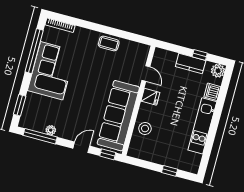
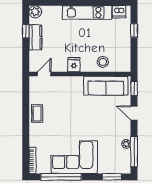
door: (146, 73) -> (44, 74), moved
dishwasher: (212, 92) -> (119, 12), moved
sofa: (118, 116) -> (106, 86), width x0.74, depth x0.79

